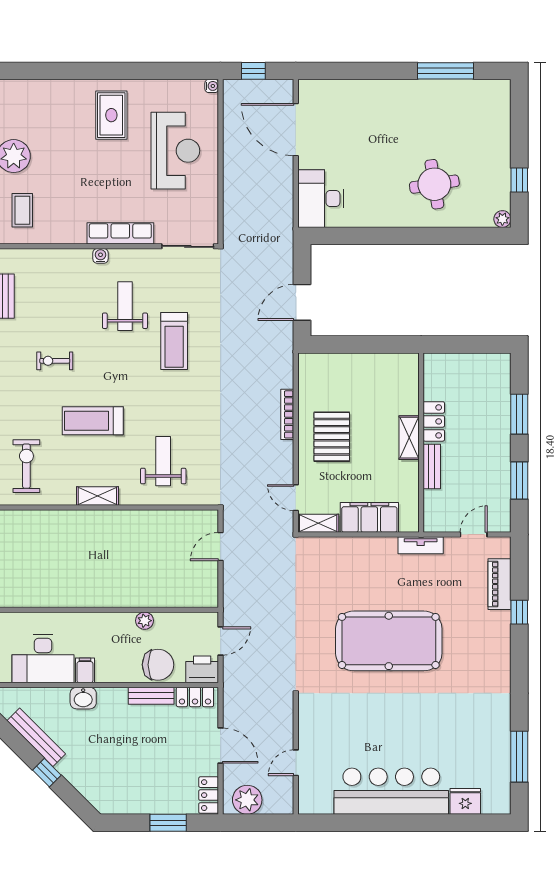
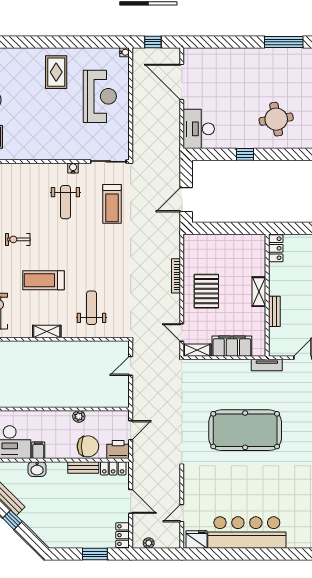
row of seats: (120, 233) -> (62, 153), removed
window: (389, 236) -> (245, 154), added
water cooler: (100, 256) -> (73, 168), moved
weight bench: (125, 306) -> (65, 202), turned 180
treadmill: (174, 341) -> (112, 204), moved
locker: (434, 421) -> (276, 248), moved
plant: (247, 800) -> (149, 543), width x0.53, depth x0.53
fridge: (465, 801) -> (196, 539), moved

